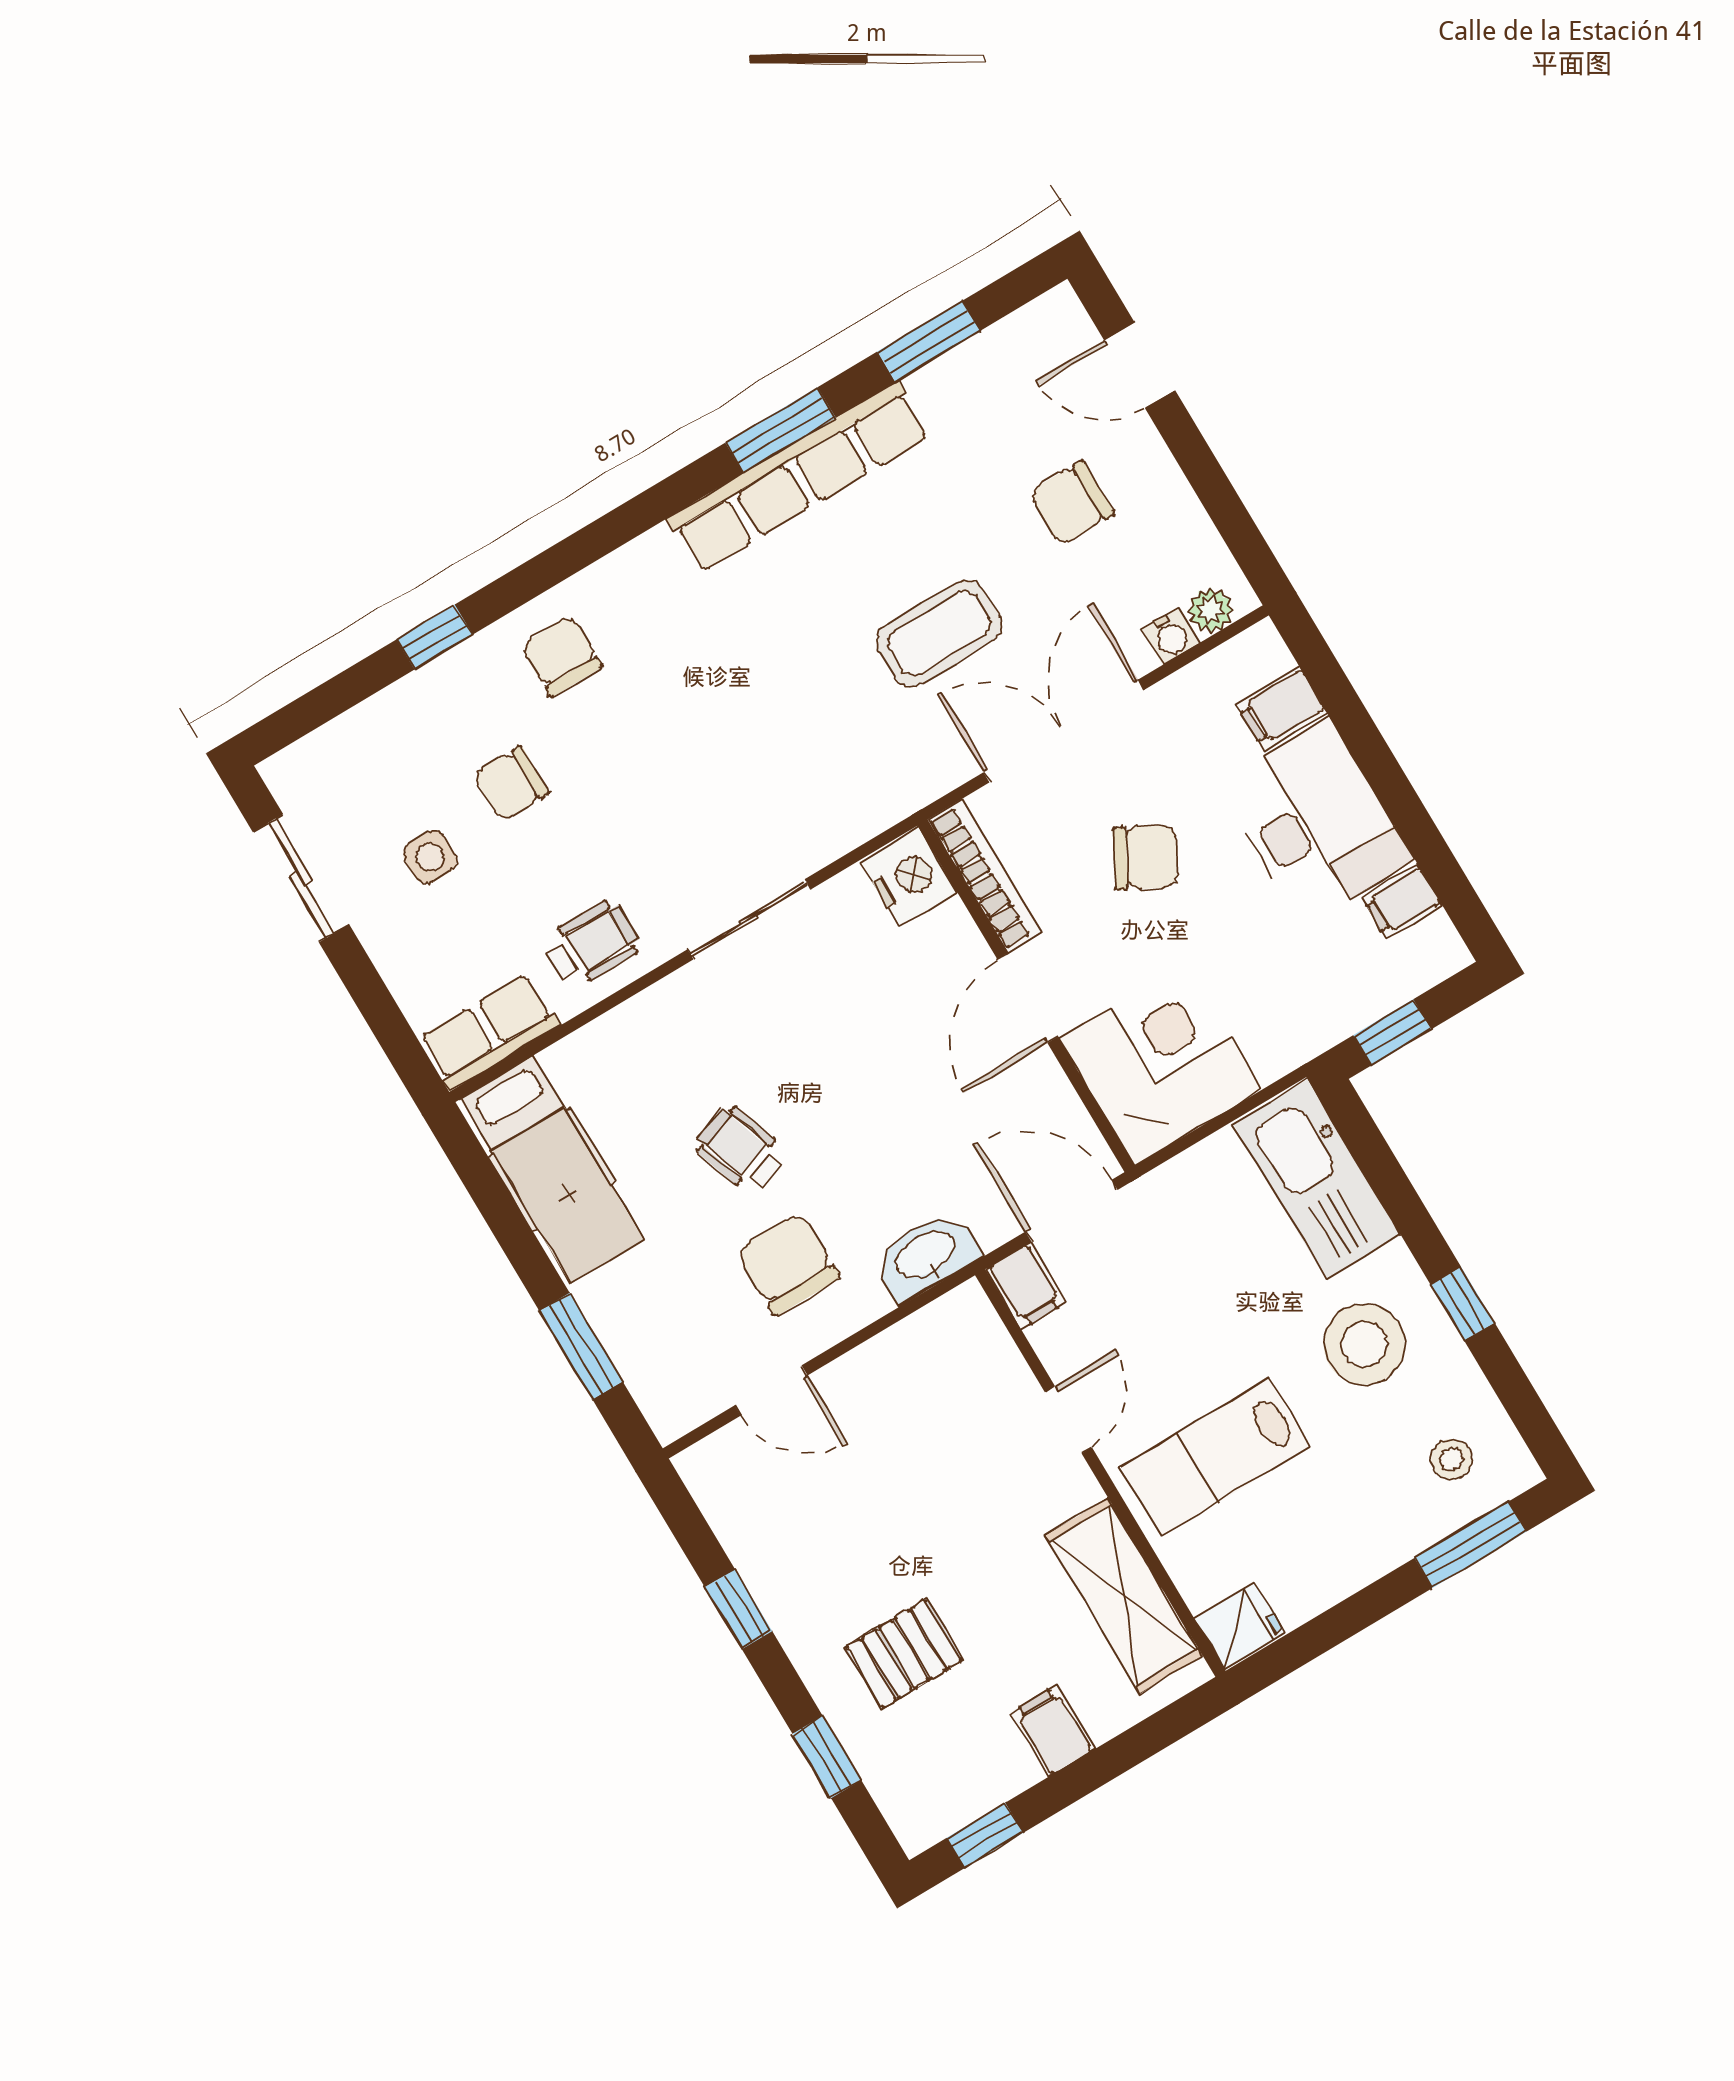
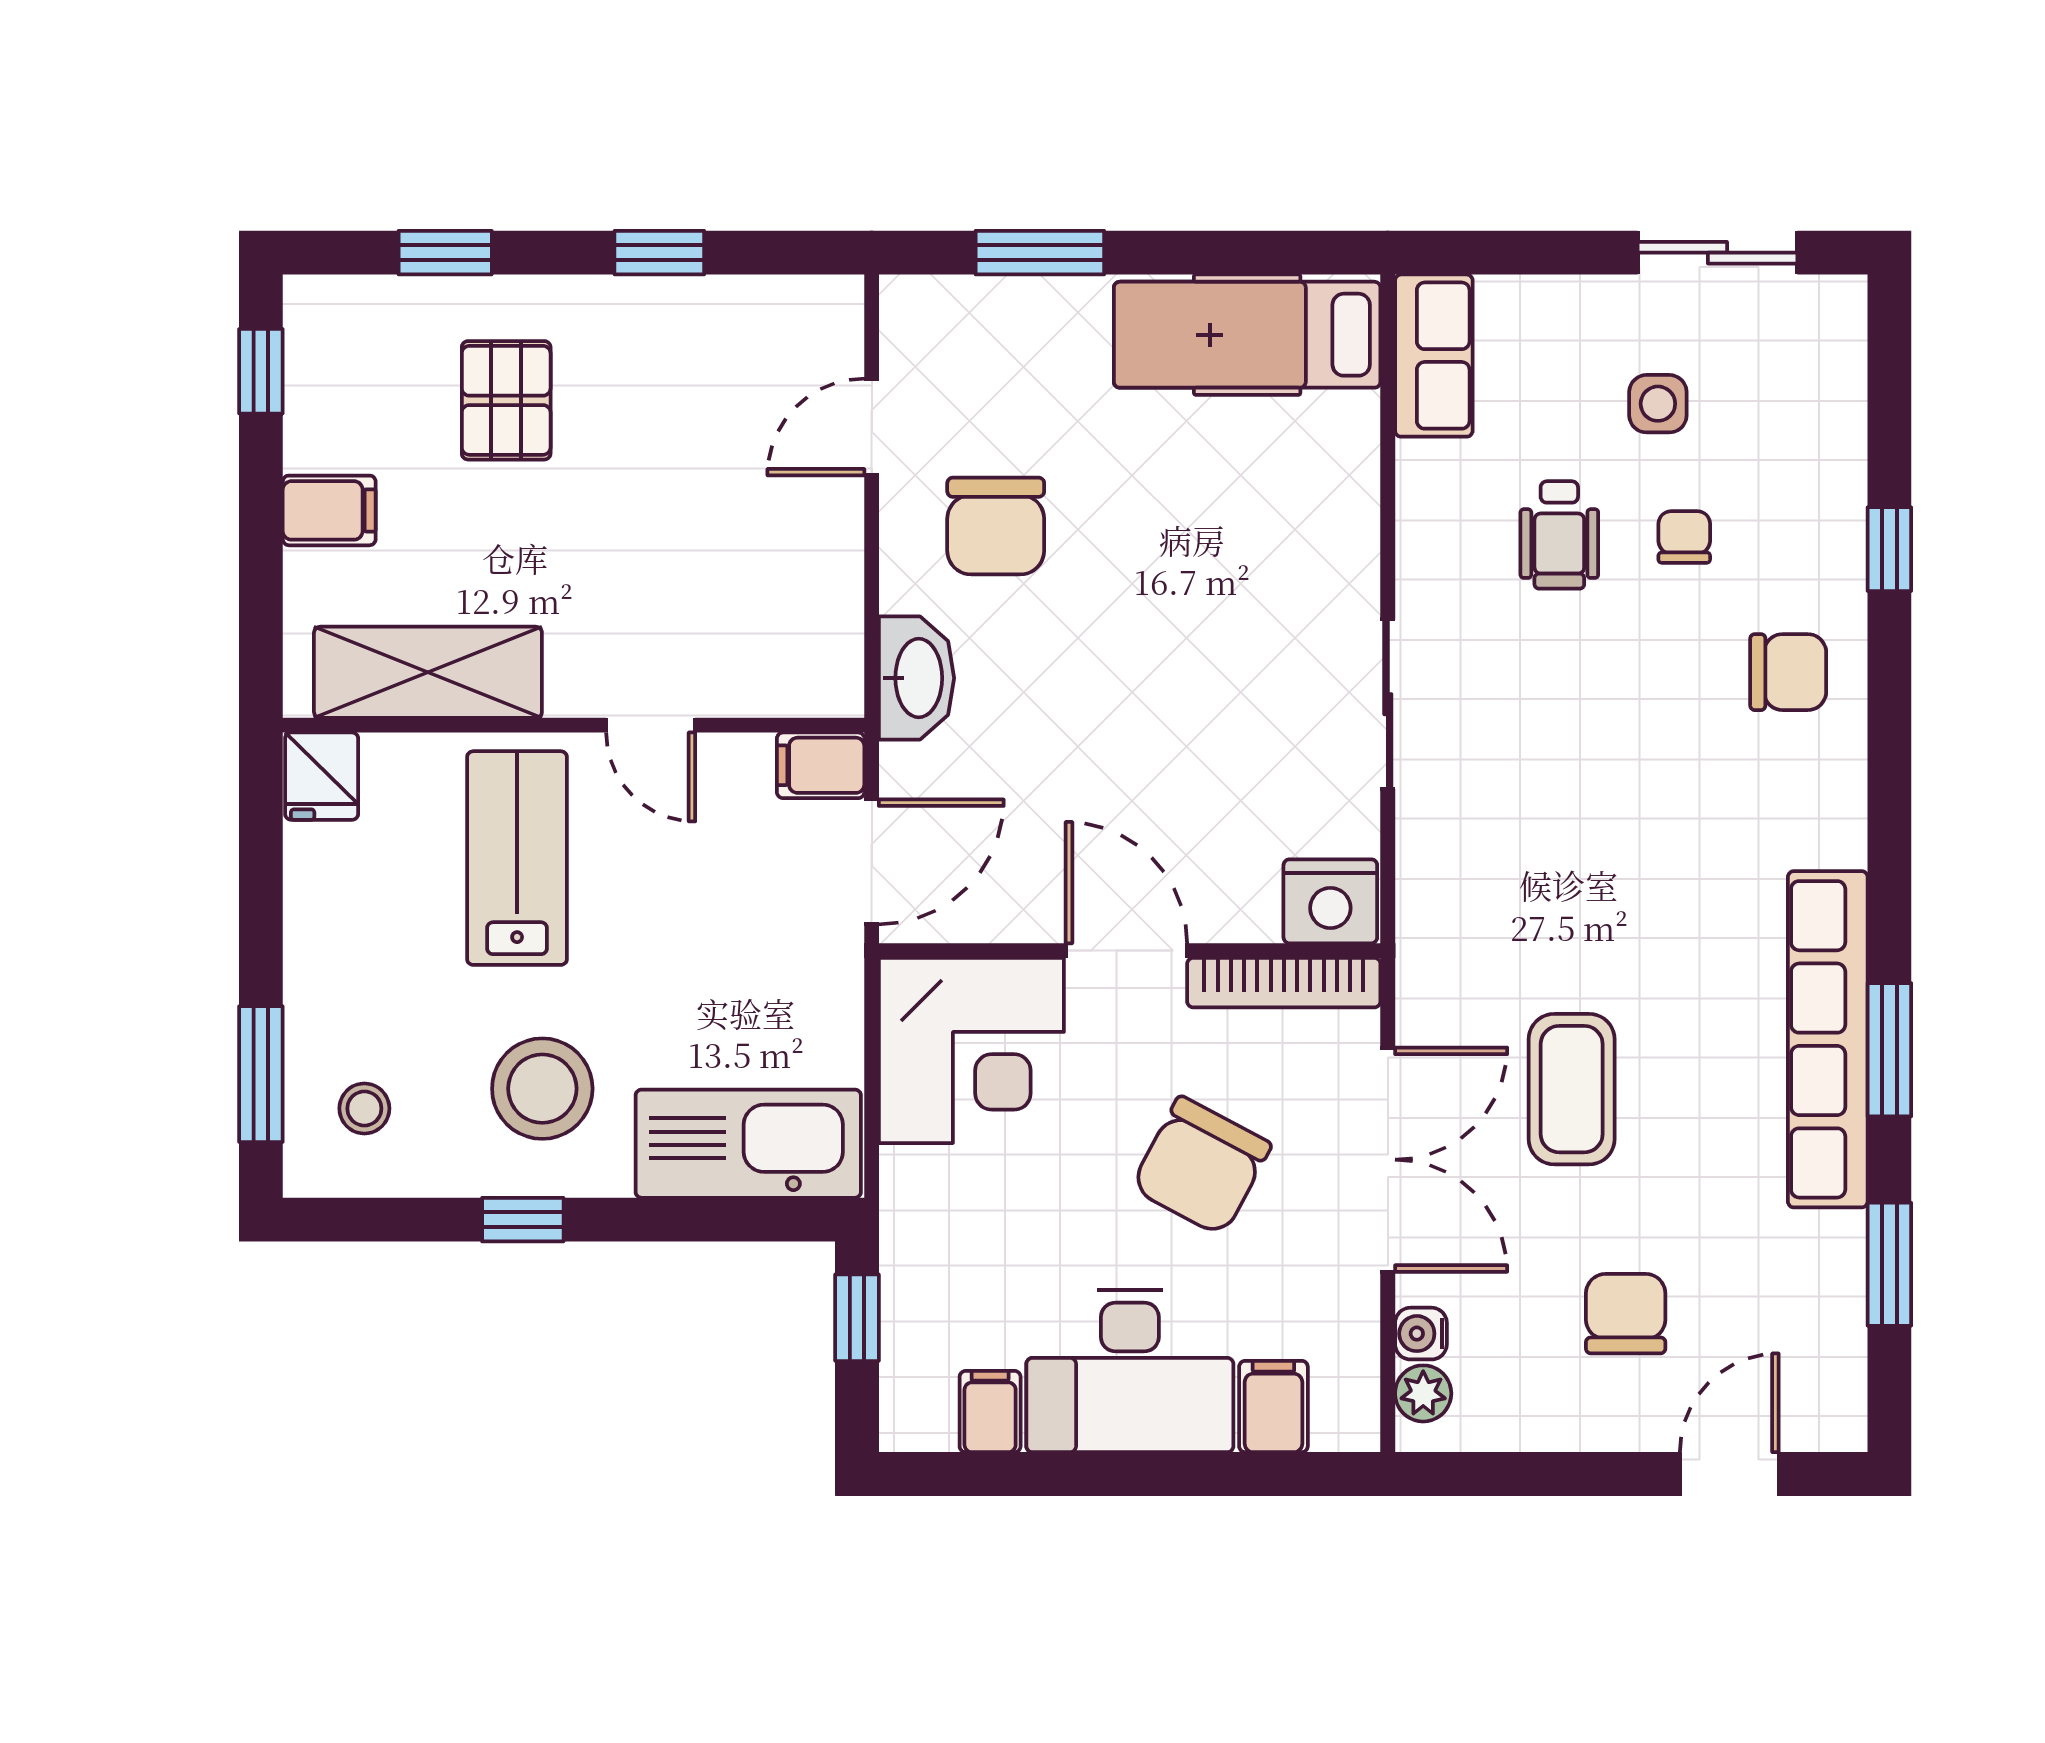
chair: (511, 784) -> (1684, 537), width x0.73, depth x0.73
chair: (1145, 857) -> (1201, 1166), width x1.37, depth x1.37
wheelchair: (592, 944) -> (1559, 535), moved
wheelchair: (741, 1150) -> (1147, 549), removed
chair: (788, 1264) -> (996, 526), turned 90

